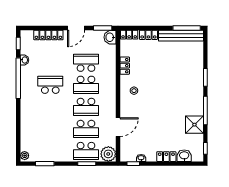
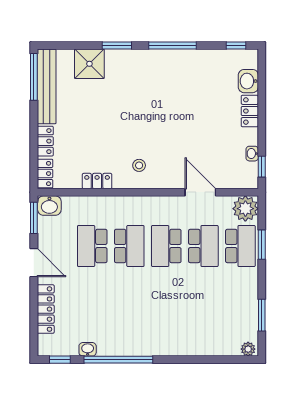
school desk: (50, 85) -> (129, 306), removed
school desk: (86, 107) -> (166, 246), turned 180
shower: (194, 125) -> (89, 64), moved

